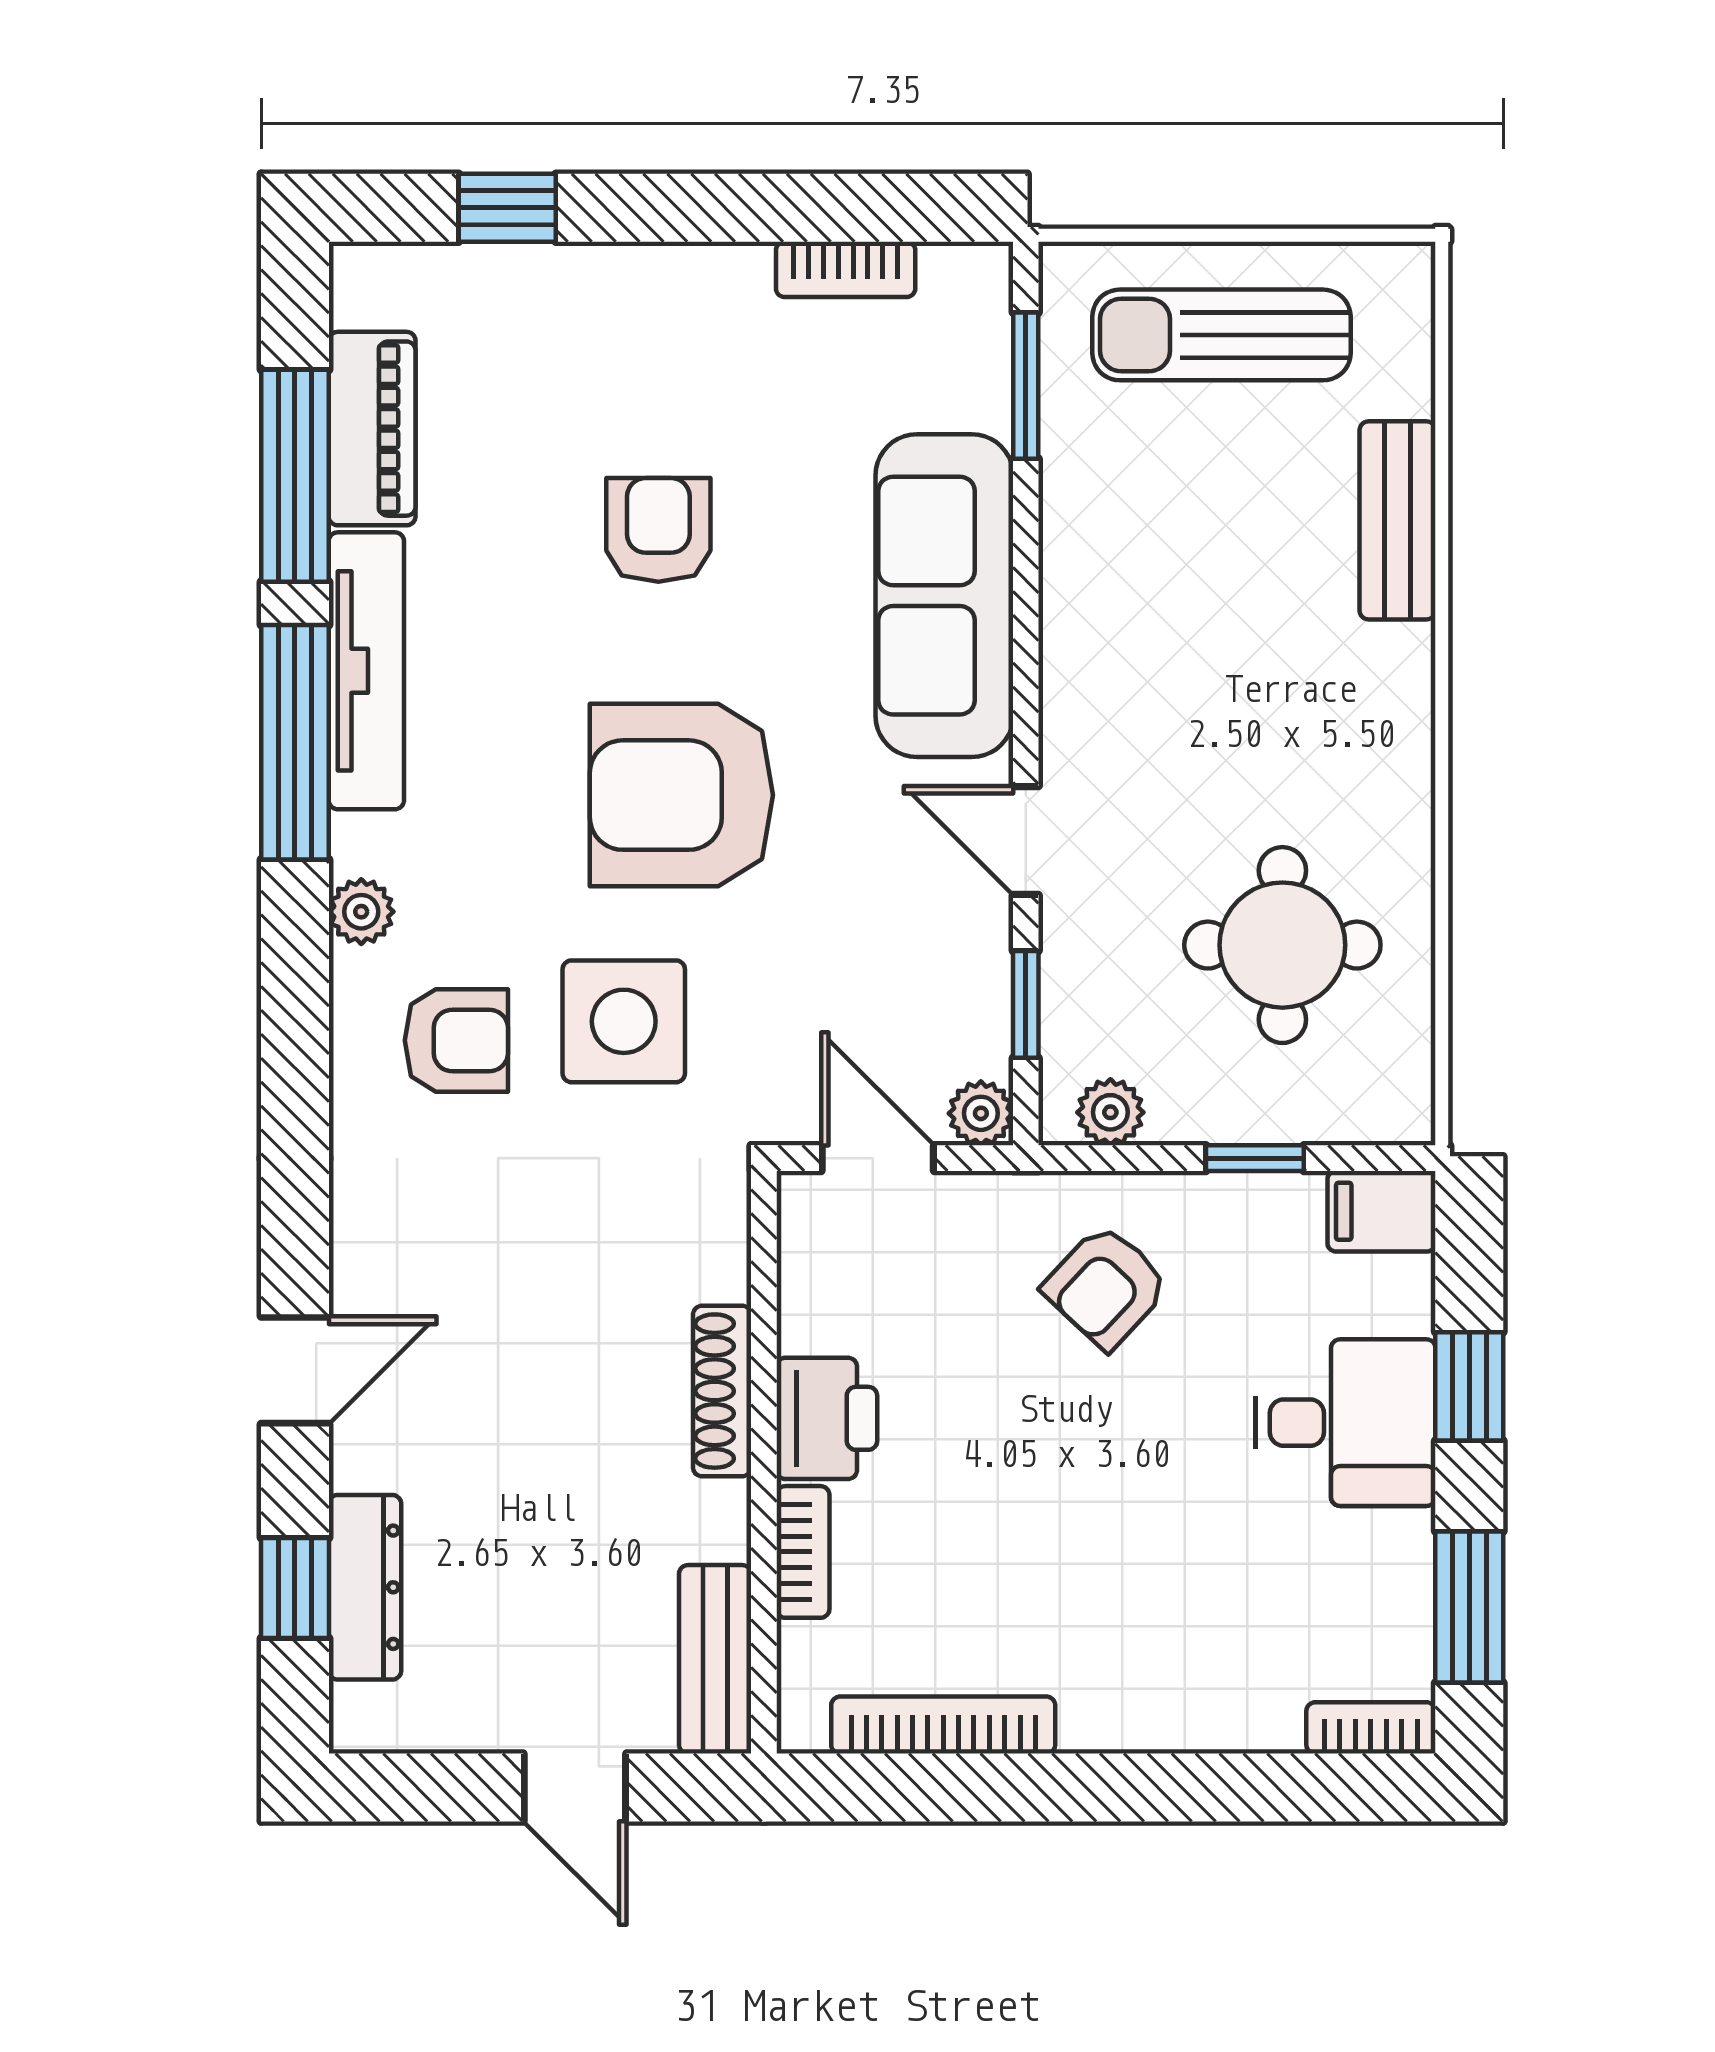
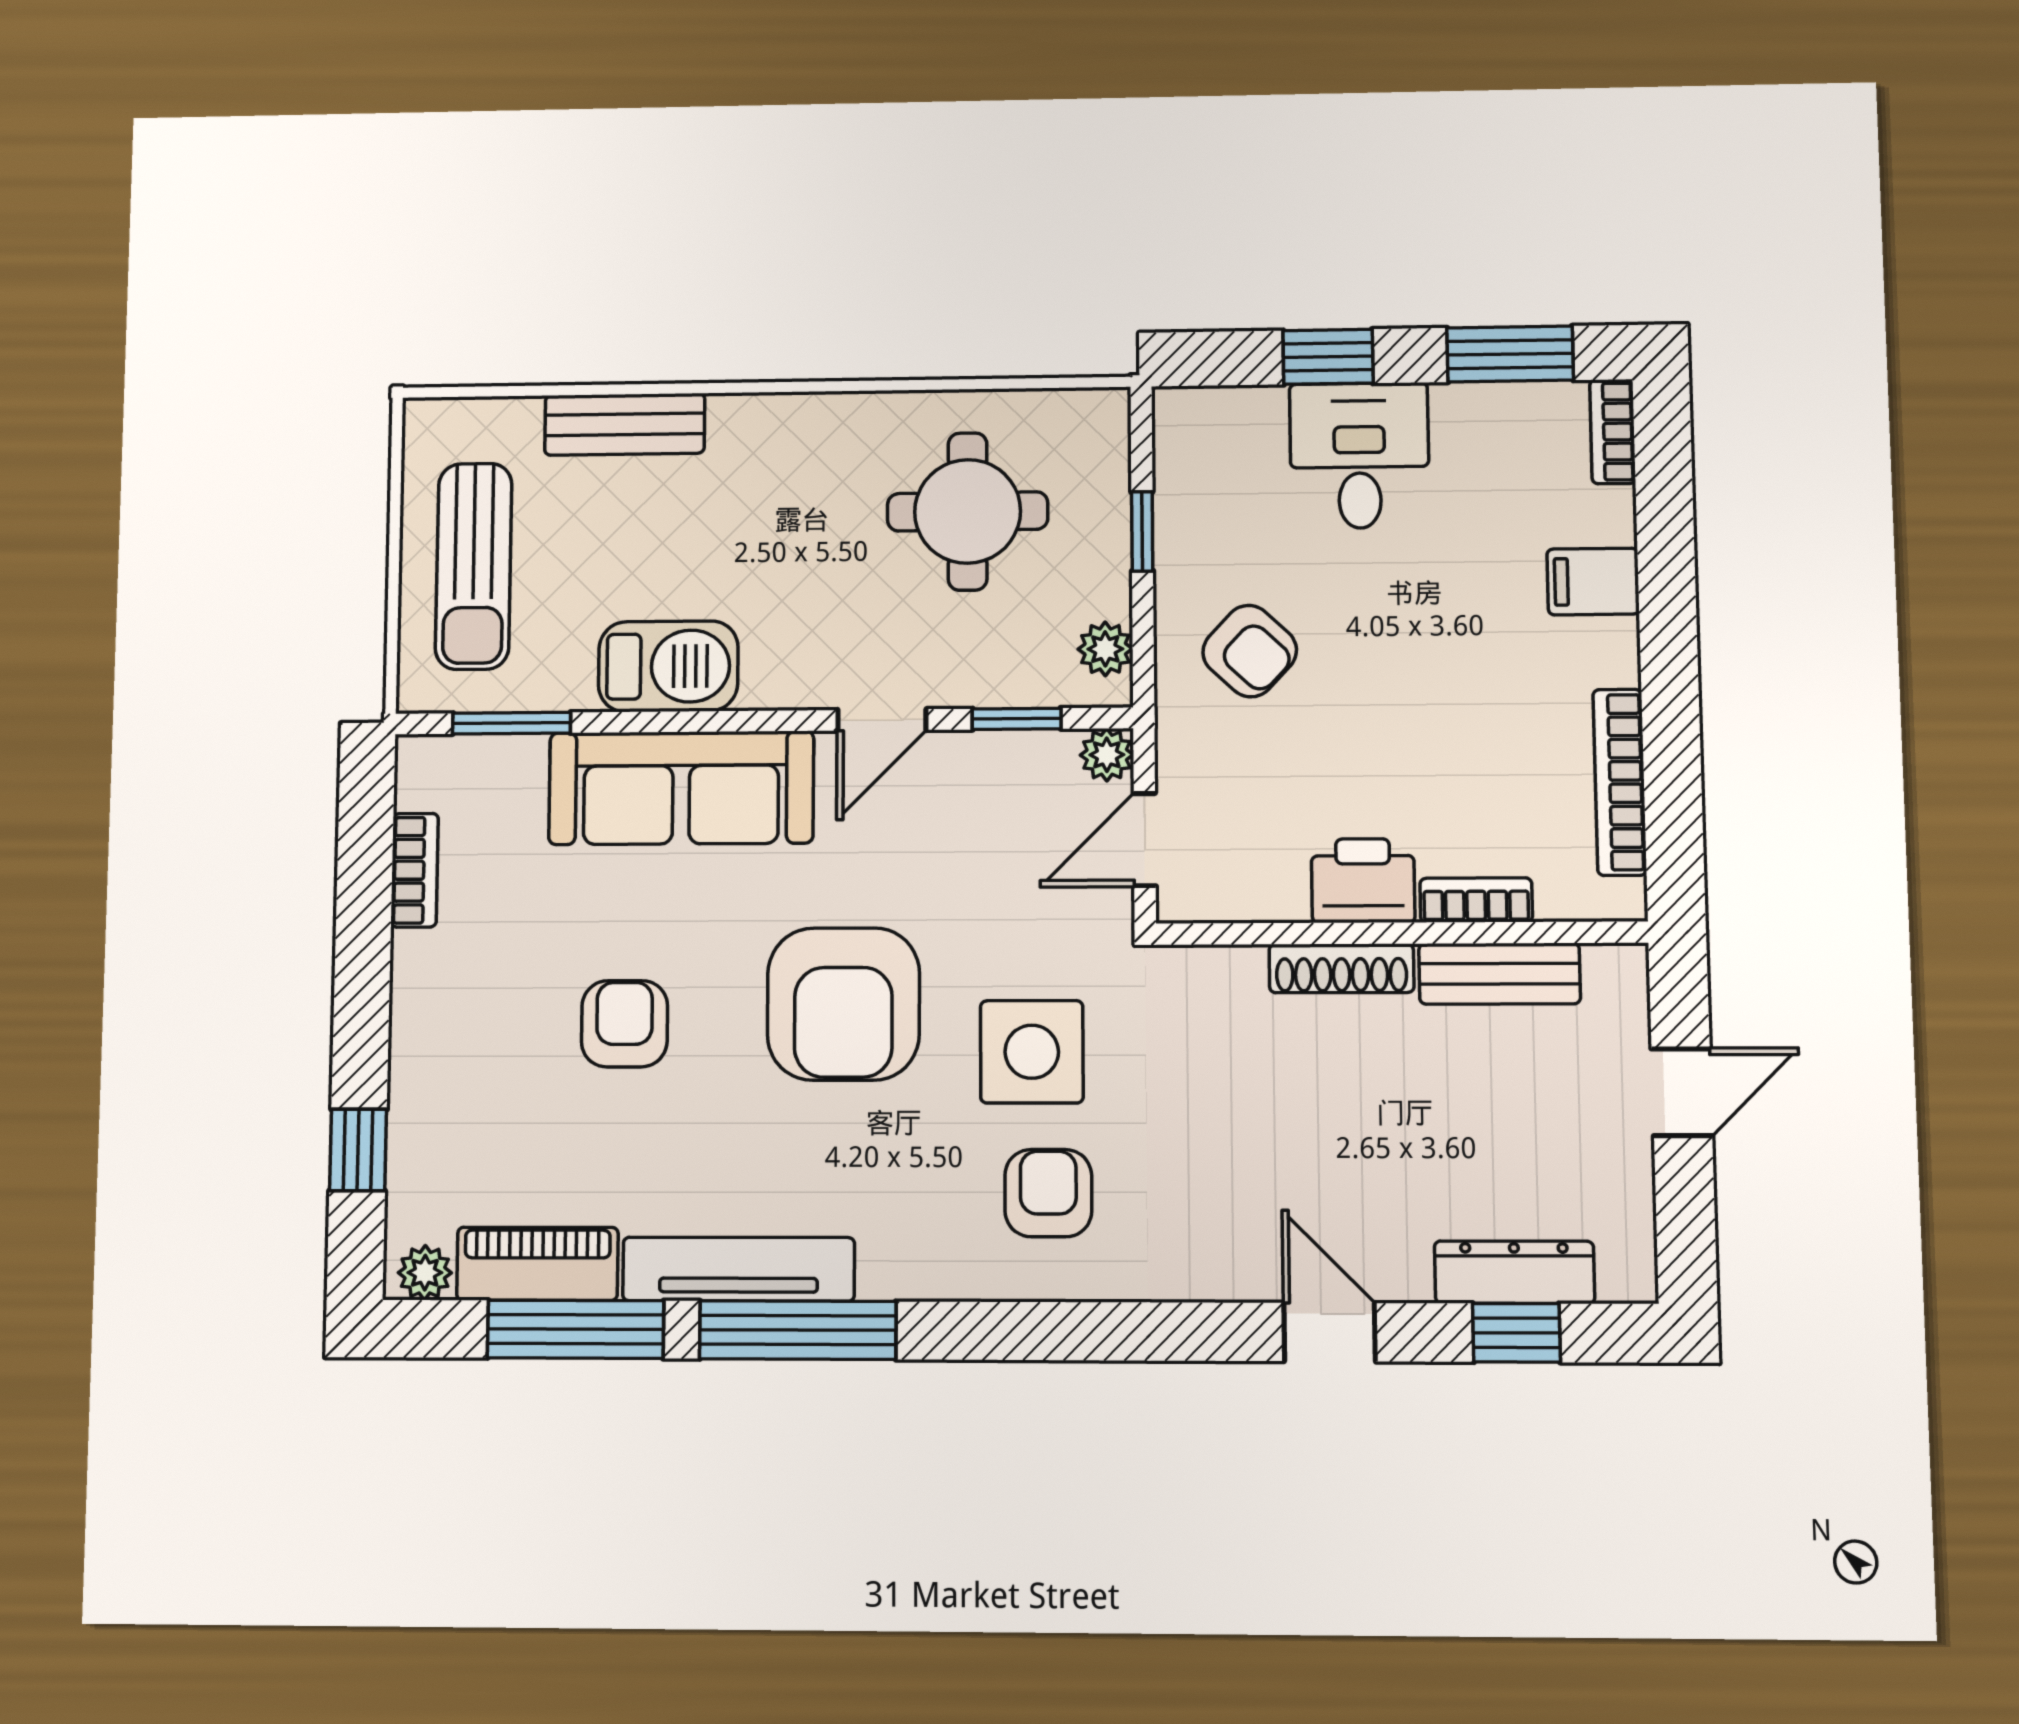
armchair: (658, 530) -> (624, 1024), turned 90
barbecue: (1094, 578) -> (668, 666), added
plant: (361, 912) -> (425, 1273), moved
filing cabinet: (1381, 1211) -> (1593, 582), moved, turned 90
bench: (715, 1659) -> (1499, 974), moved

